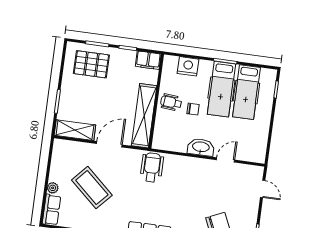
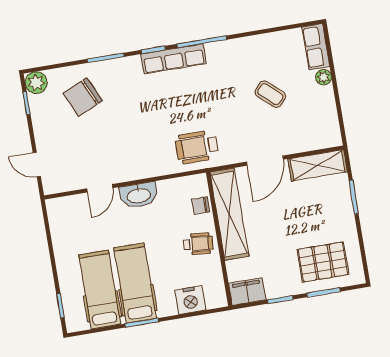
chair: (193, 109) -> (201, 205), moved
wheelchair: (152, 167) -> (197, 147), turned 90
coffee table: (92, 188) -> (270, 94), width x0.54, depth x0.58

